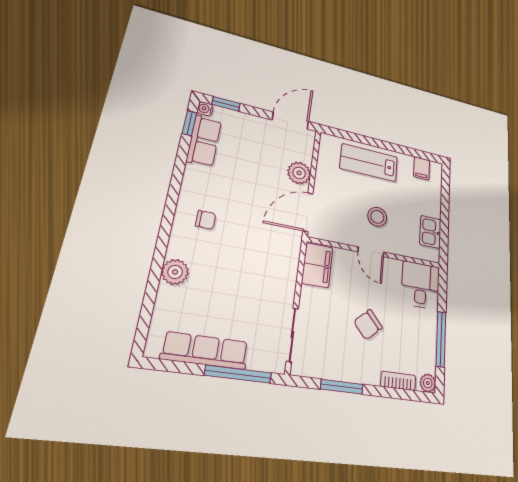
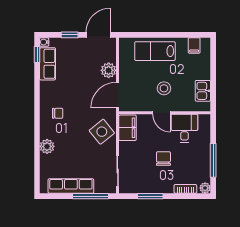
window: (226, 104) -> (70, 35), moved
side table: (275, 264) -> (102, 132), added
desk: (421, 285) -> (184, 128), moved
chair: (368, 325) -> (163, 159), turned 132

